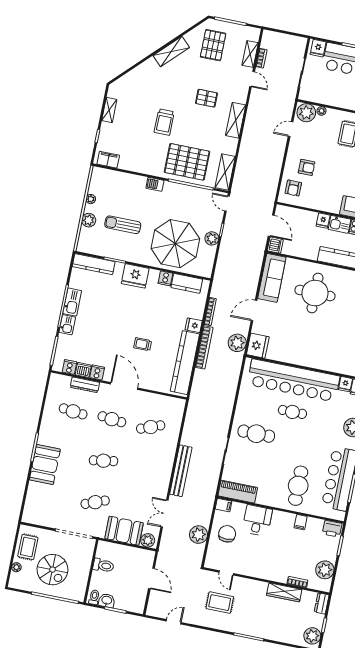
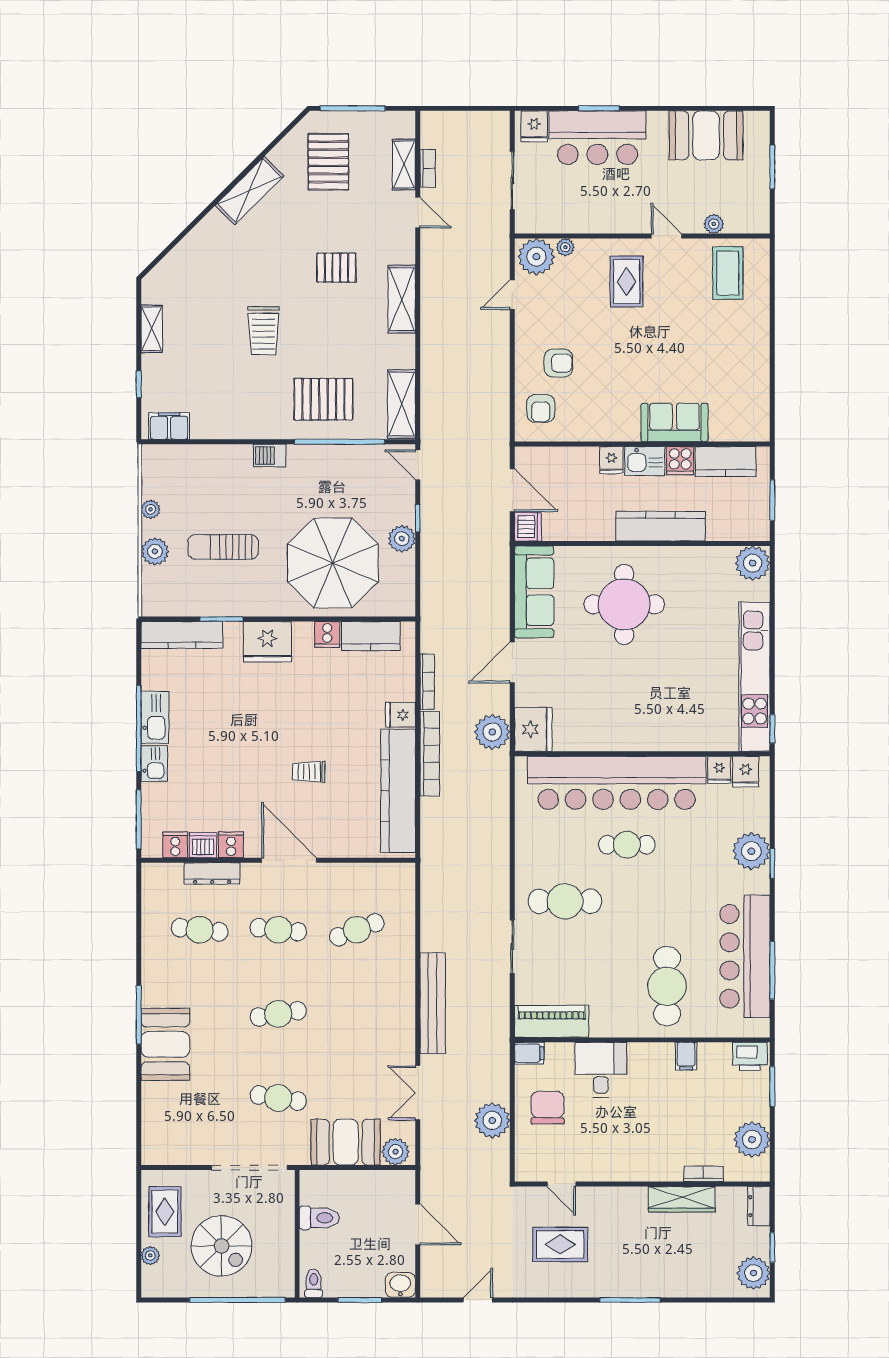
pallet: (187, 162) -> (323, 399), width x0.73, depth x0.71
cafe table: (95, 502) -> (278, 1098), turned 30
washbasin: (107, 601) -> (400, 1285), moved

